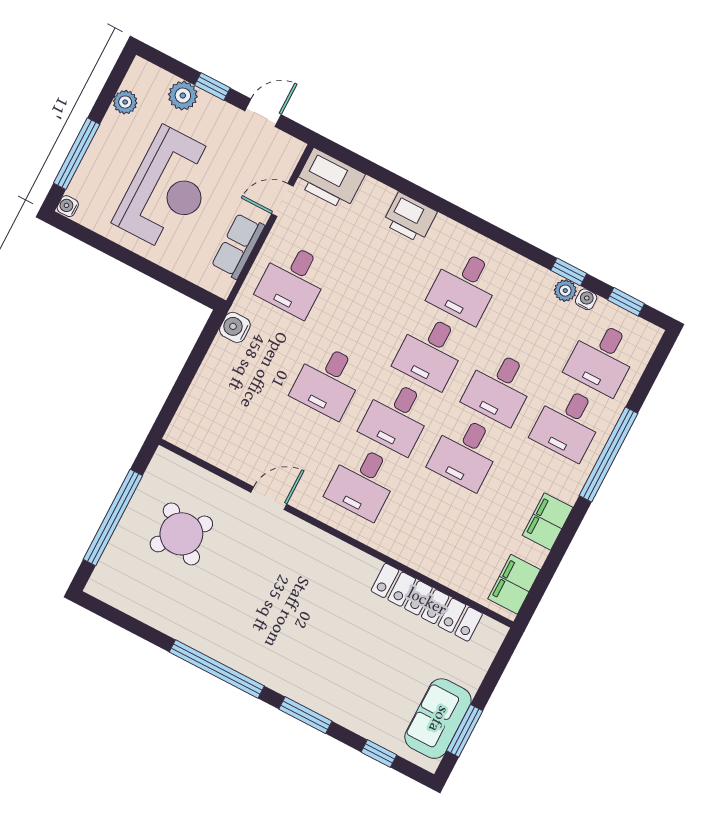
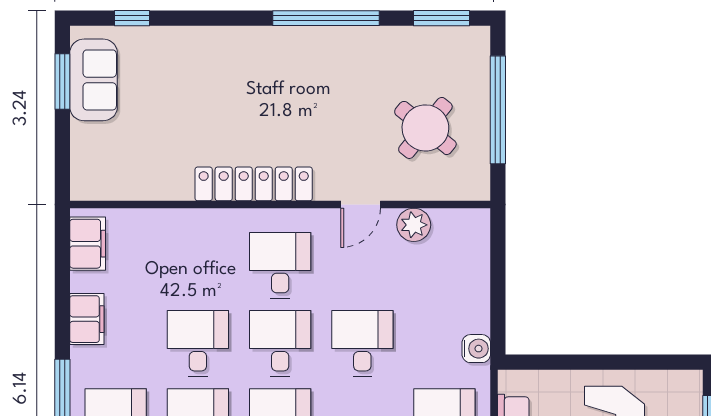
water cooler: (68, 206) -> (693, 381), removed
plant: (233, 458) -> (414, 225), added
locker: (427, 602) -> (254, 184), moved
window: (305, 715) -> (441, 18), moved

